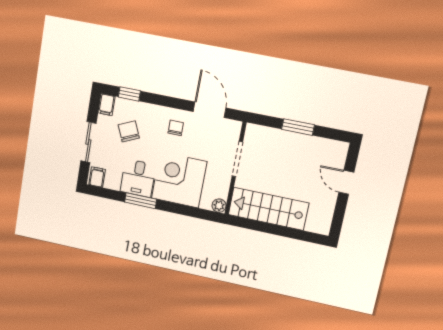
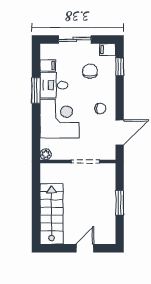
chair: (129, 131) -> (90, 71), turned -66
filing cabinet: (97, 177) -> (48, 65), moved
stairs: (268, 209) -> (51, 214), moved

